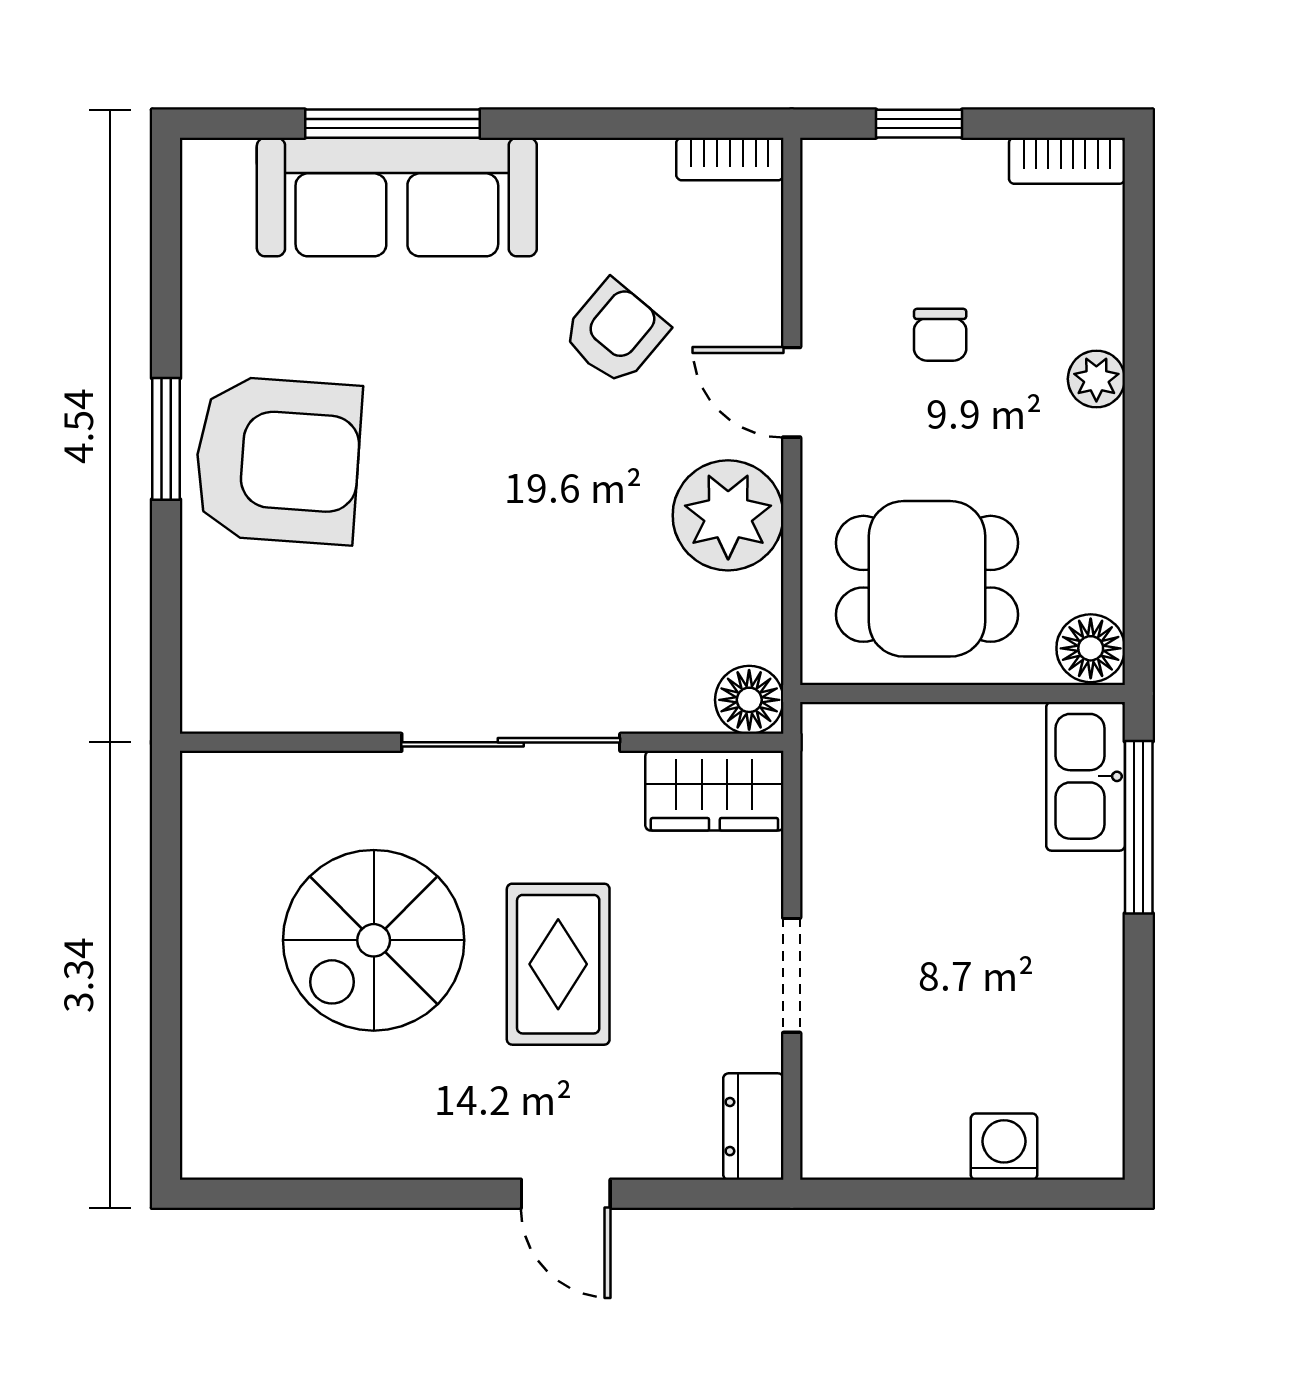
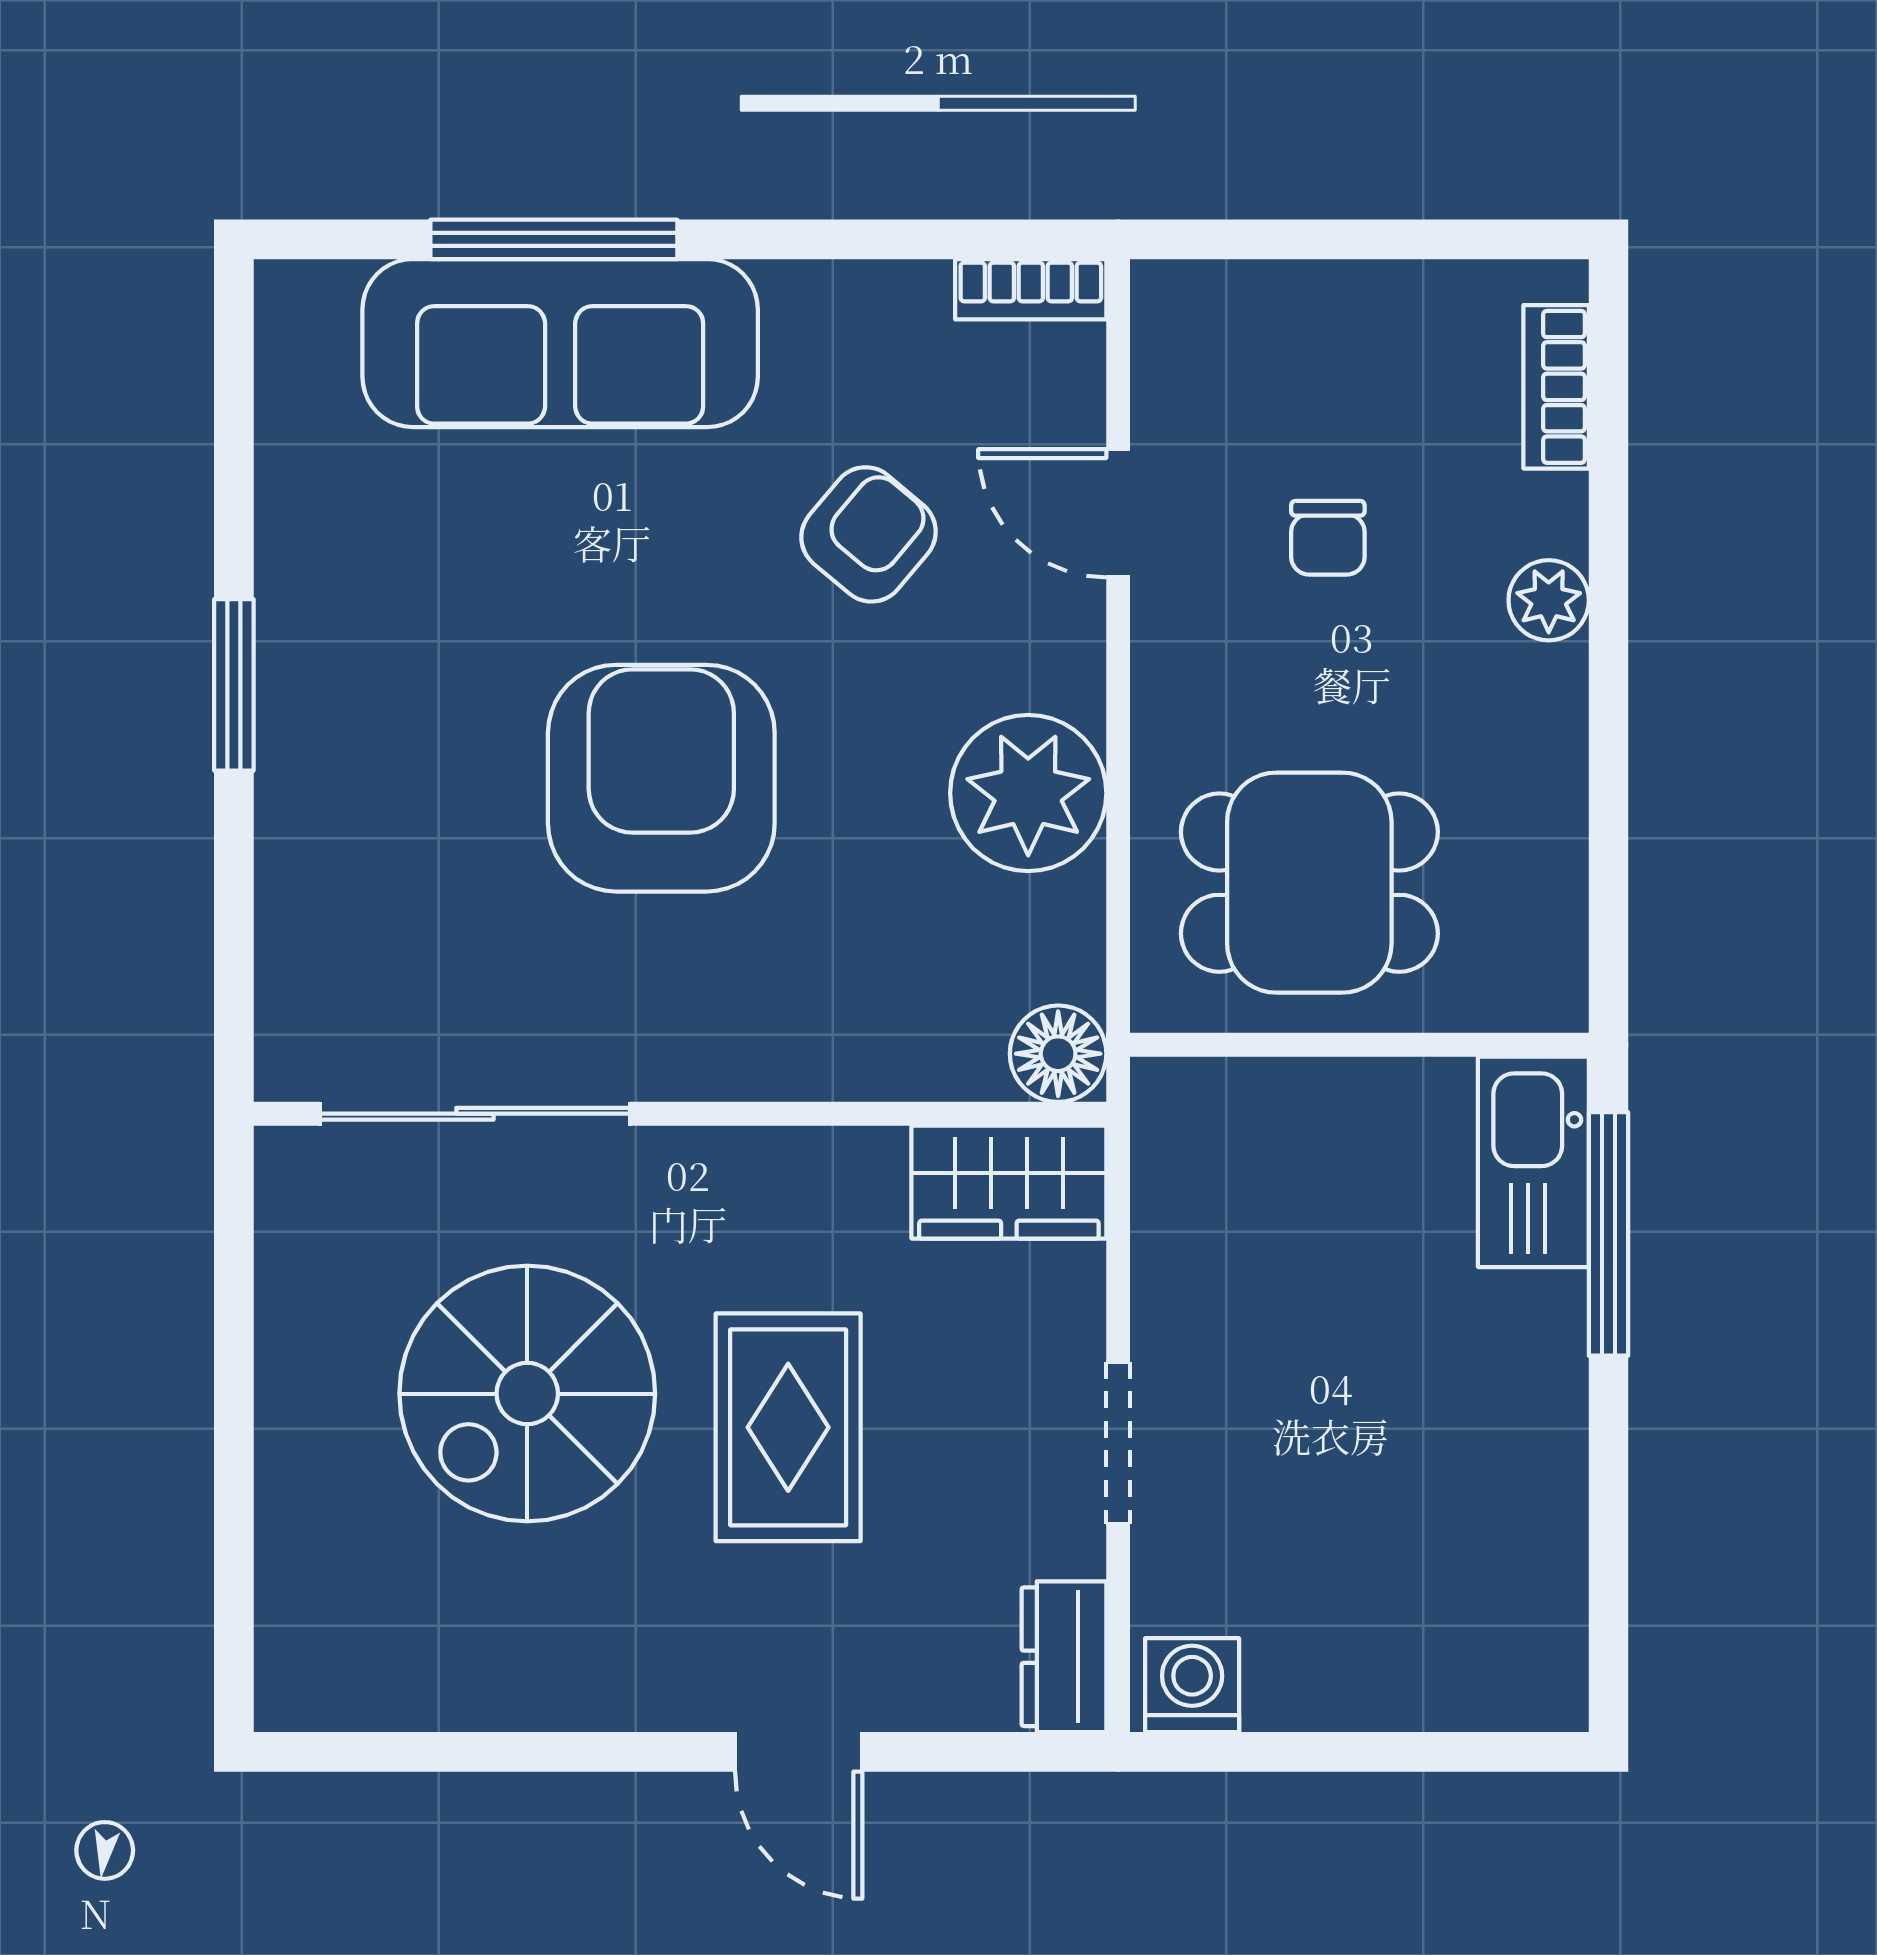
window: (919, 124) -> (1298, 239), removed
bookcase: (1067, 161) -> (1556, 387), moved, turned 90
door: (792, 392) -> (1118, 513), moved
armchair: (278, 460) -> (661, 778), moved, turned -94
floor lamp: (1091, 648) -> (1541, 981), removed
sliding door: (511, 742) -> (475, 1114), moved
washing machine: (1004, 1147) -> (1192, 1685), moved

